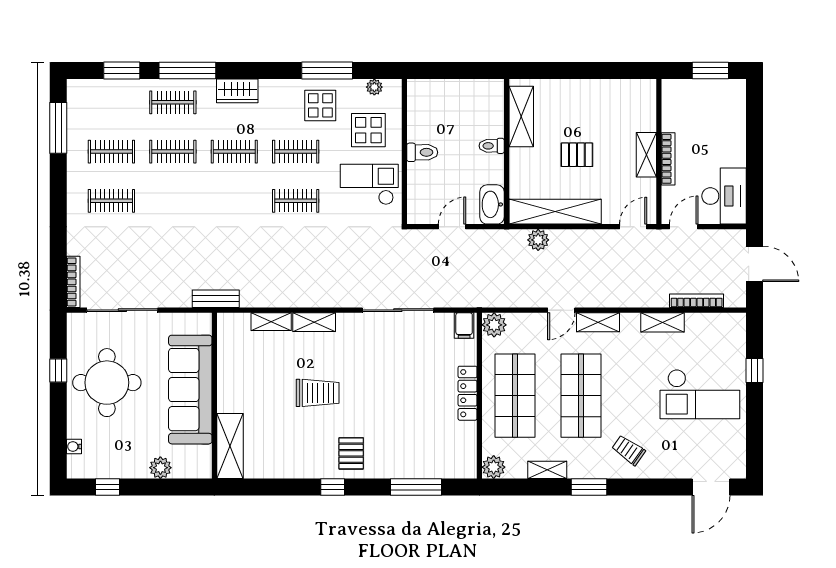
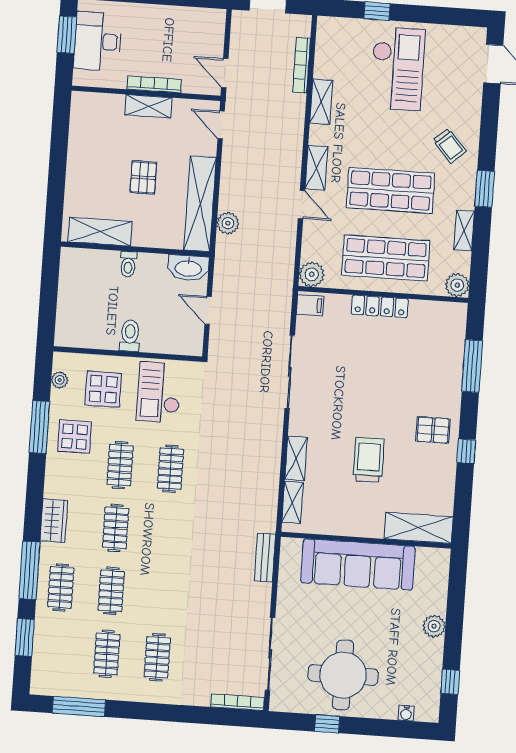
desk: (724, 196) -> (98, 41), moved, turned -90
sofa: (190, 390) -> (358, 564), moved
wall: (214, 396) -> (366, 540), moved
shelving: (230, 446) -> (419, 528), moved
trolley: (628, 450) -> (450, 146), turned -76

